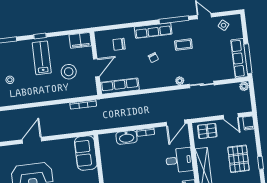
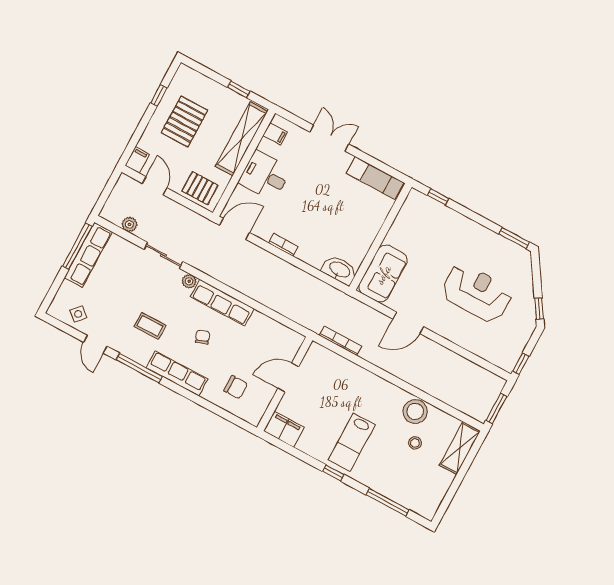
stool: (69, 72) -> (415, 411), moved
row of seats: (120, 86) -> (222, 303), moved
plant: (244, 86) -> (129, 224), moved
washbasin: (127, 137) -> (339, 270), moved
door: (32, 140) -> (408, 323), moved

